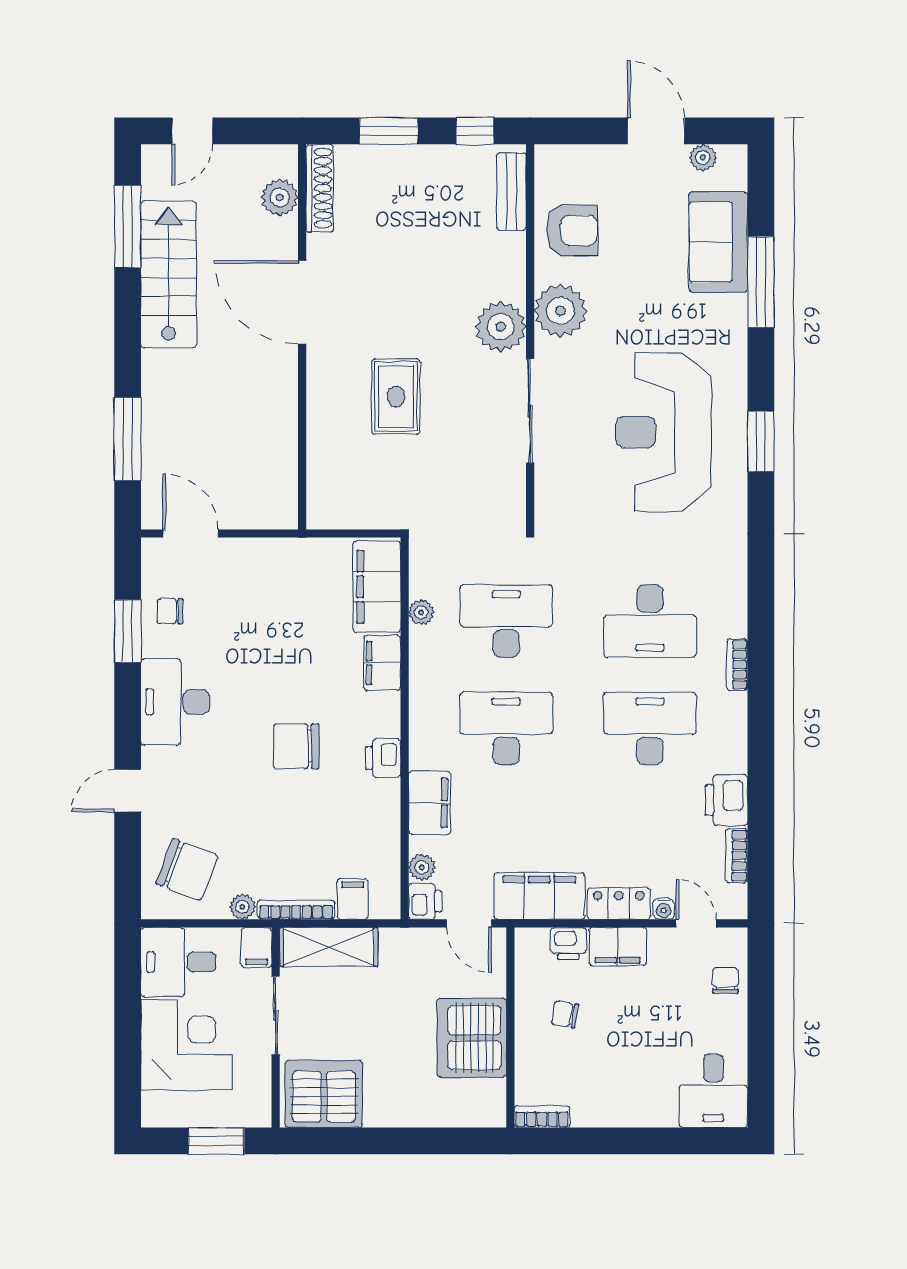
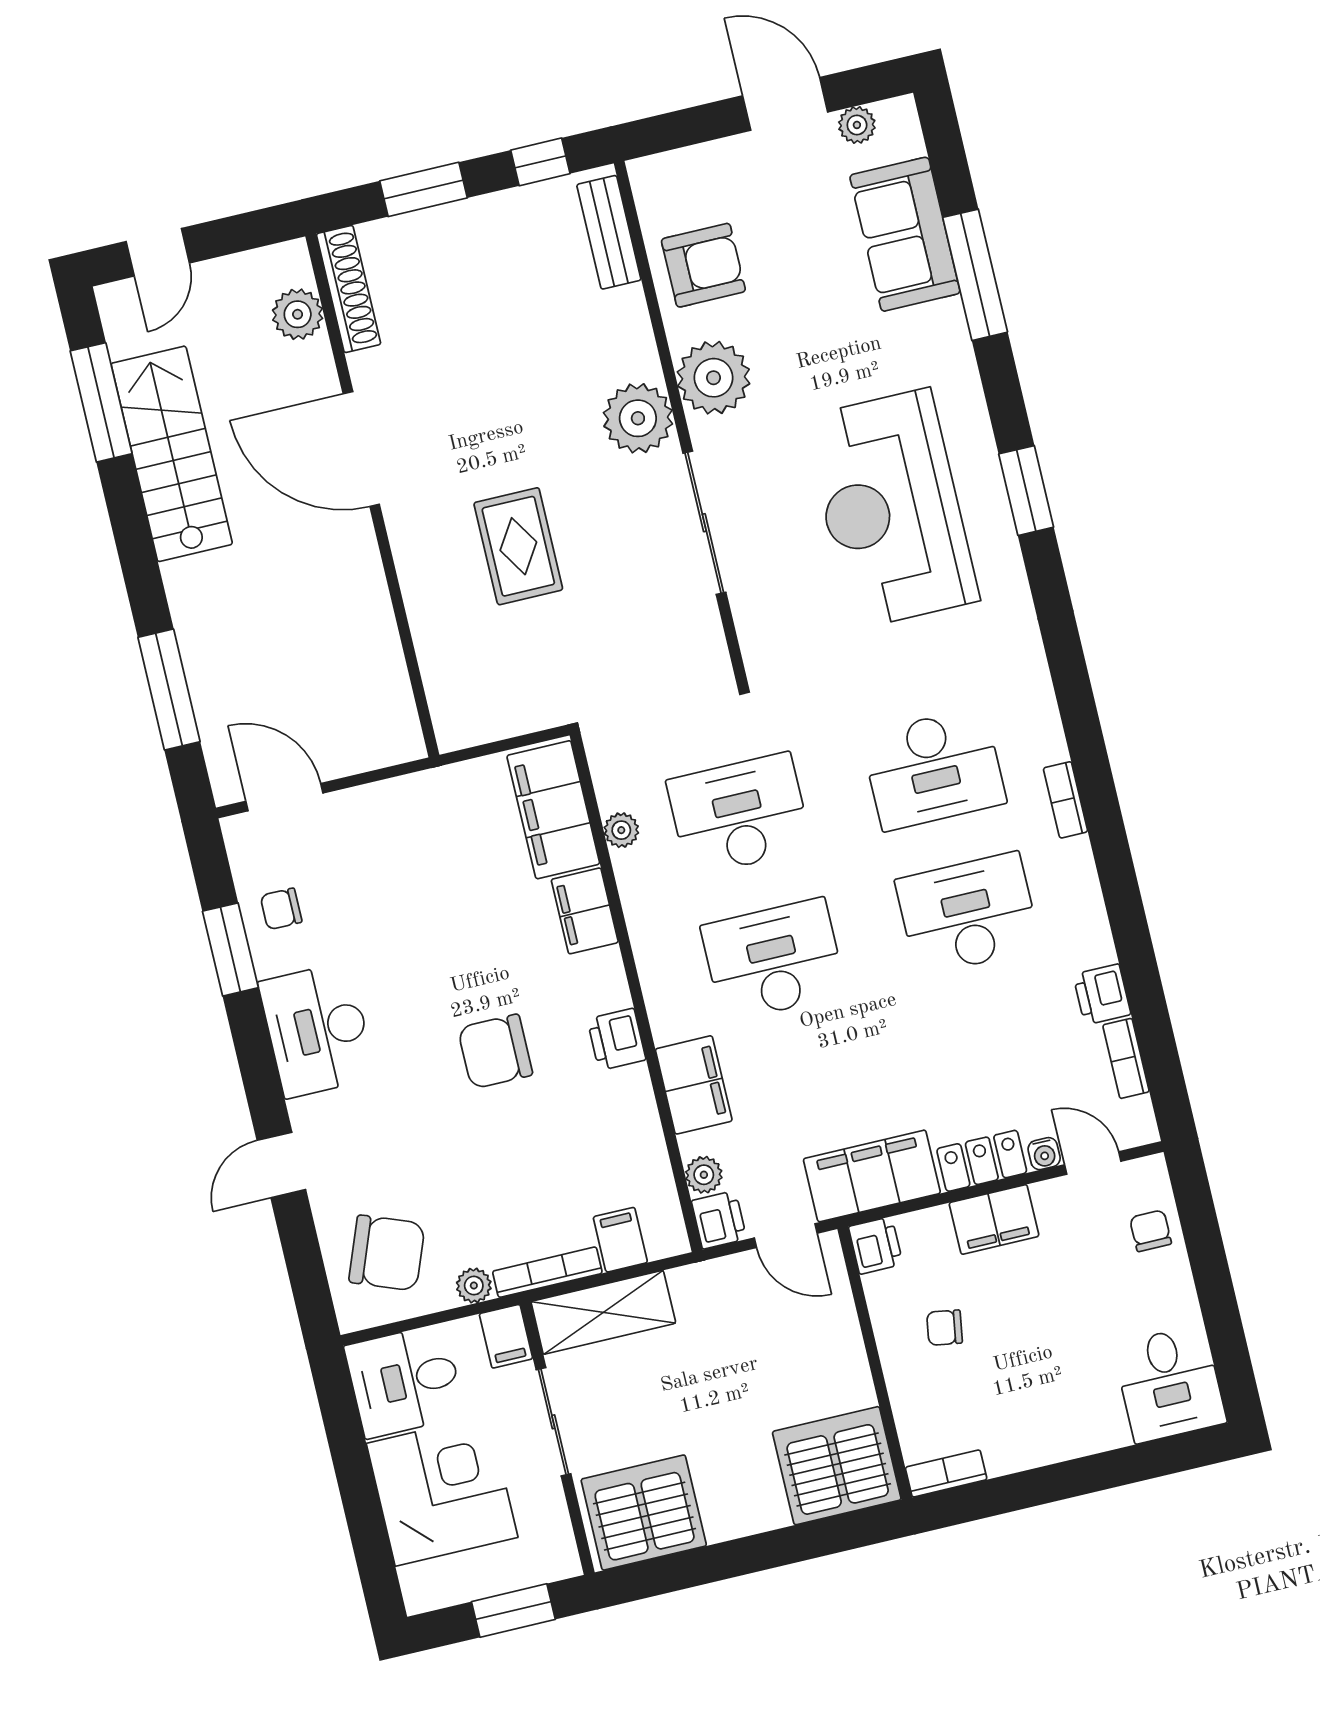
printer: (726, 800) -> (1102, 994), width x0.73, depth x0.81
printer: (568, 944) -> (876, 1245), moved, turned -90
server rack: (472, 1038) -> (837, 1466), moved, turned 90

